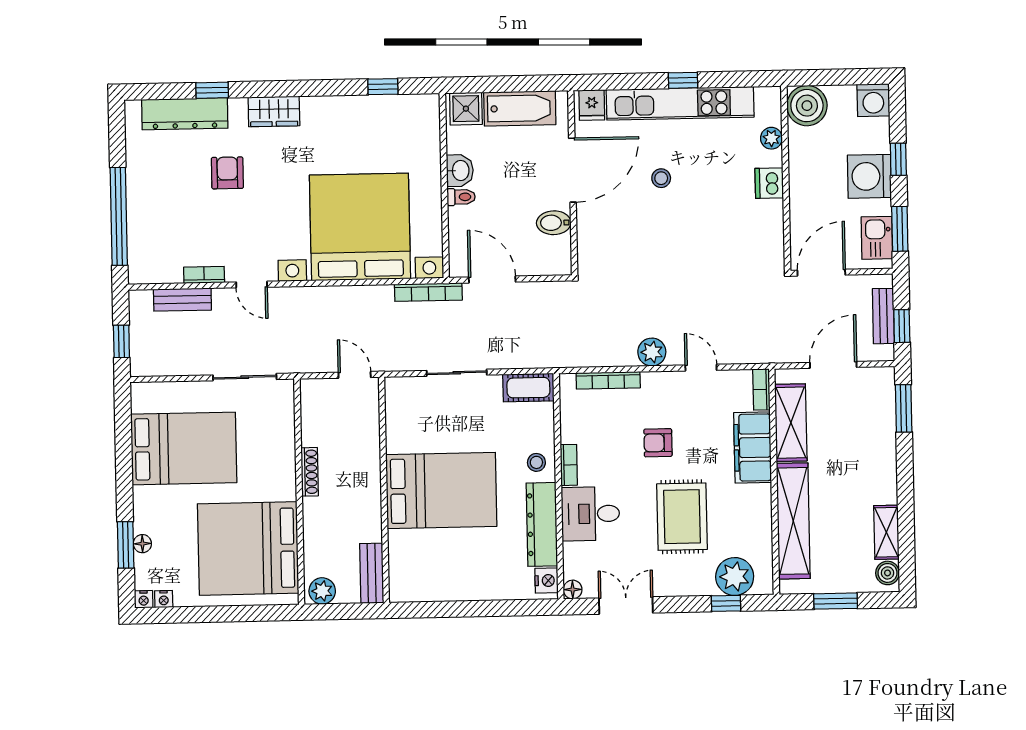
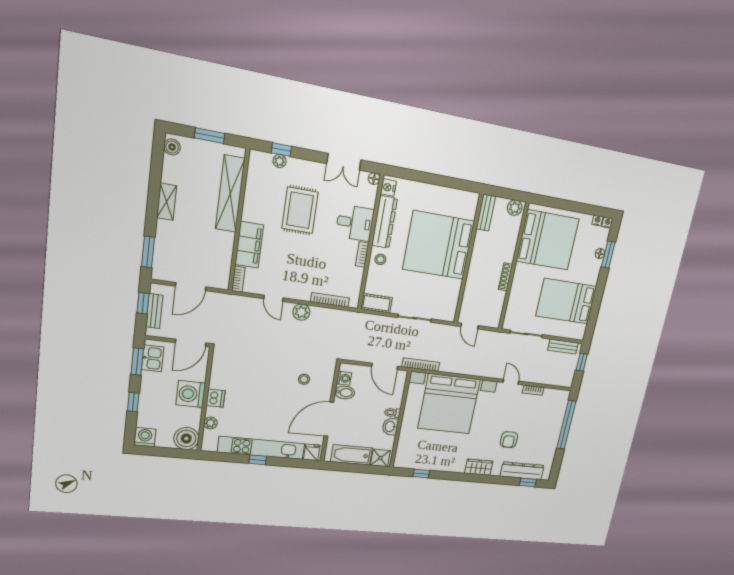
window: (212, 90) -> (528, 482), moved
washing machine: (869, 176) -> (191, 394), moved, turned 180
stool: (661, 178) -> (304, 379), moved
washing machine: (560, 248) -> (344, 378), added
bench: (182, 300) -> (563, 347), moved
shelving: (791, 423) -> (223, 256), removed
armchair: (658, 443) -> (307, 258), removed
bed: (441, 490) -> (439, 245), width x1.36
shelving: (886, 532) -> (167, 202), moved
plant: (735, 577) -> (280, 161), width x0.53, depth x0.53

